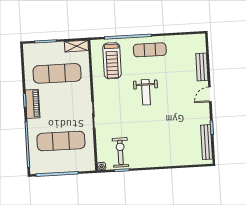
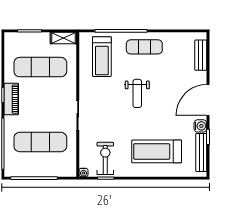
bench: (202, 67) -> (201, 55), moved
door: (210, 94) -> (208, 100), width x1.87
water cooler: (204, 118) -> (200, 126), added
treadmill: (166, 143) -> (157, 151), added

